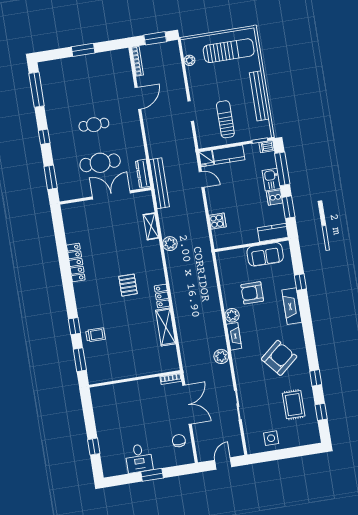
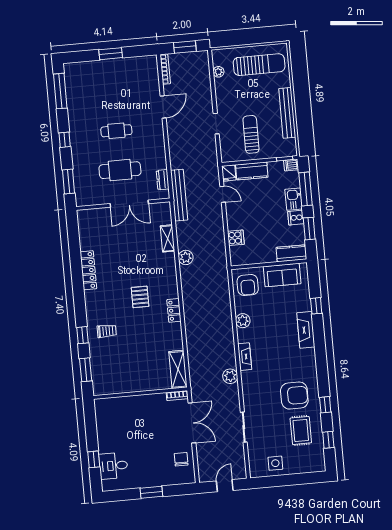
dresser: (143, 174) -> (163, 180), width x0.70
double door: (111, 195) -> (129, 204), swing flipped
armchair: (252, 293) -> (248, 285), moved, turned -90
plant: (232, 315) -> (243, 321), moved
shelving: (166, 327) -> (178, 369), moved
trolley: (96, 335) -> (107, 331), moved
armchair: (279, 358) -> (294, 396), moved, turned 40
desk: (139, 458) -> (113, 466), moved, turned 90

